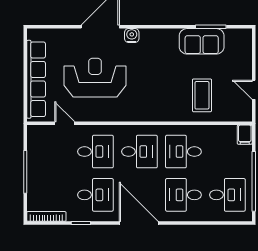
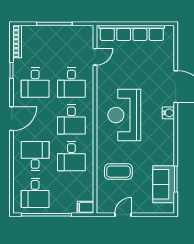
sofa: (202, 41) -> (164, 184), moved
reception desk: (95, 78) -> (124, 115), moved, turned 180
desk: (183, 152) -> (71, 156), turned 180
door: (139, 223) -> (12, 119), width x0.73

